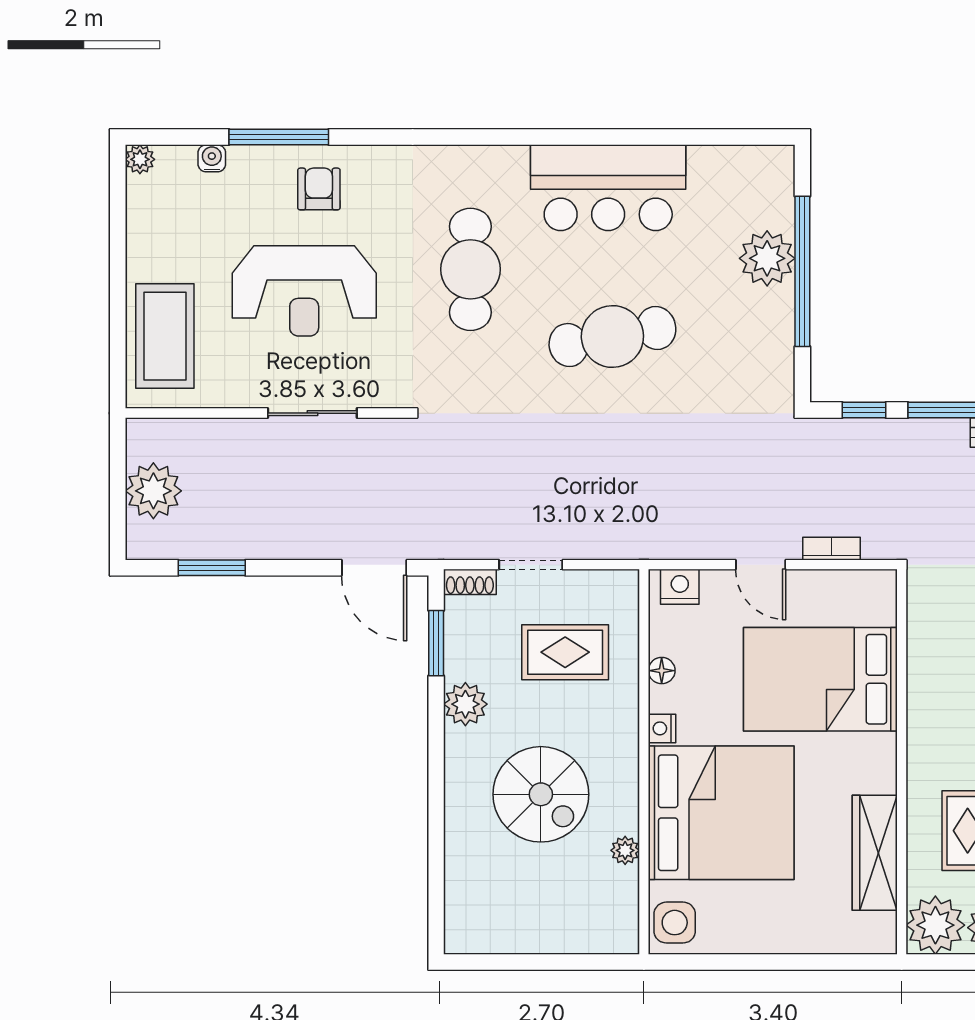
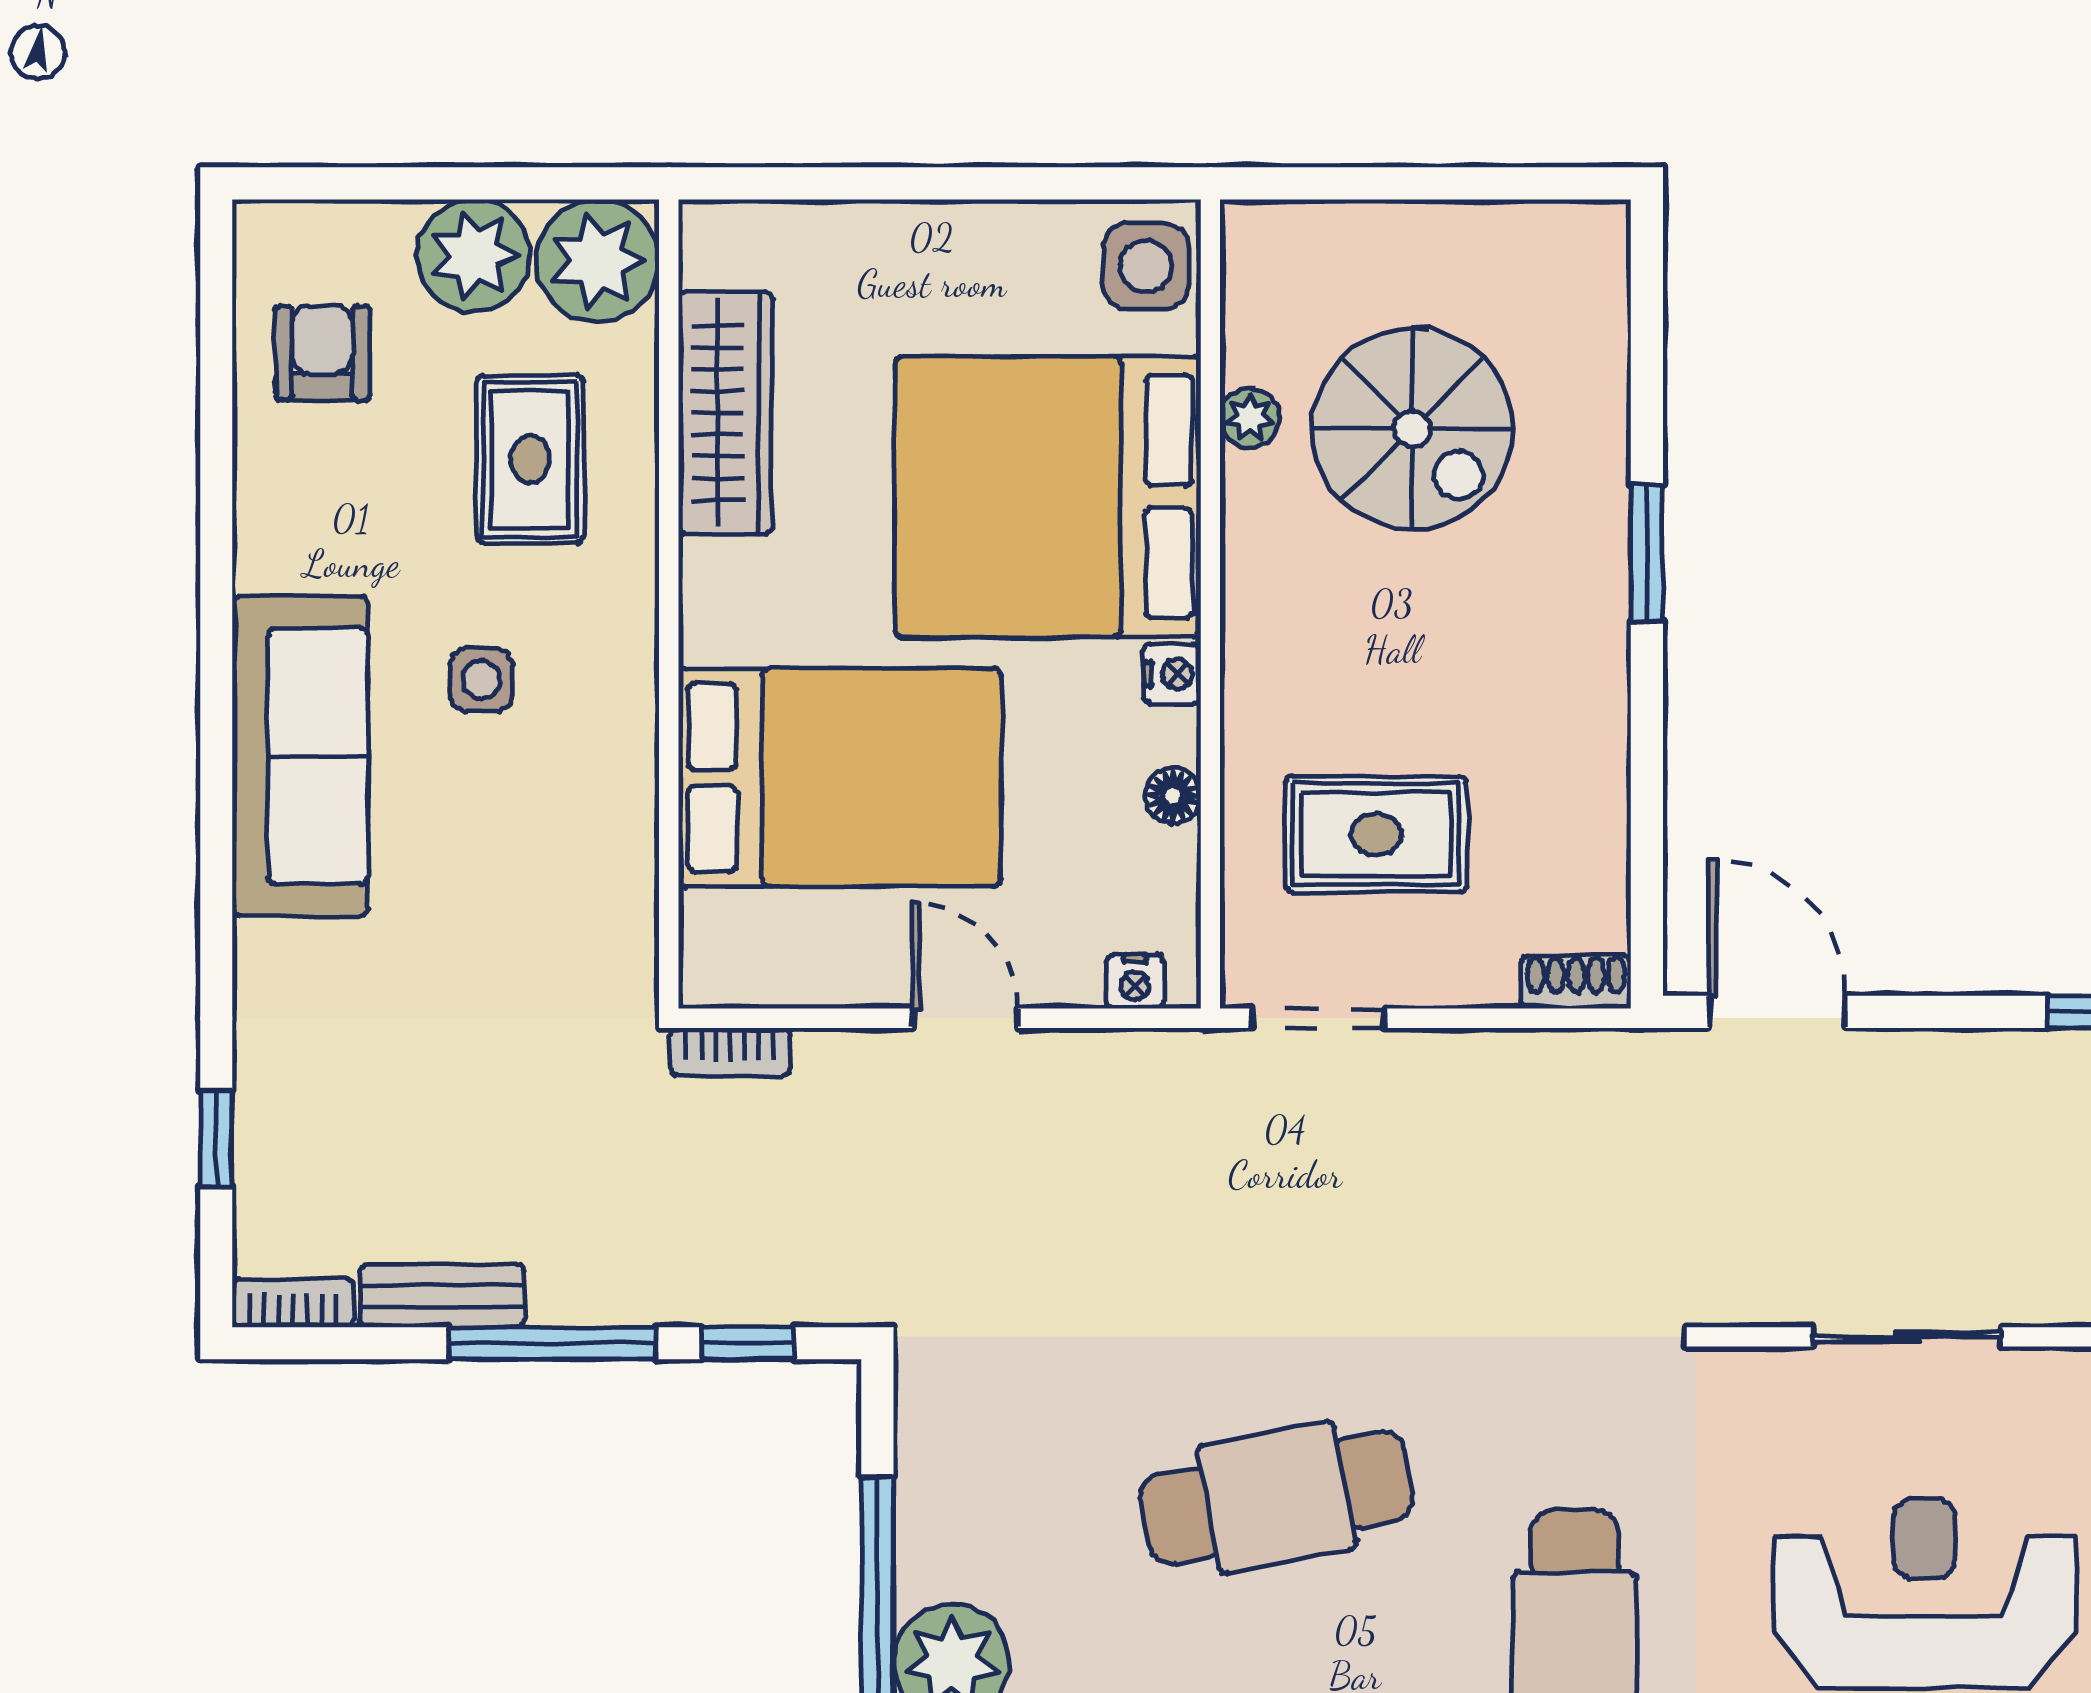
bookcase: (832, 549) -> (730, 1052), moved
doorway: (531, 565) -> (1318, 1018), moved
nightstand: (680, 587) -> (1135, 981), width x0.72, depth x0.74
window: (436, 643) -> (1647, 553), moved
plant: (465, 704) -> (1585, 725), removed
spiral stairs: (541, 794) -> (1412, 429), moved, turned 180

